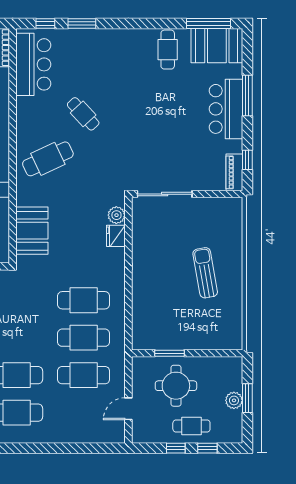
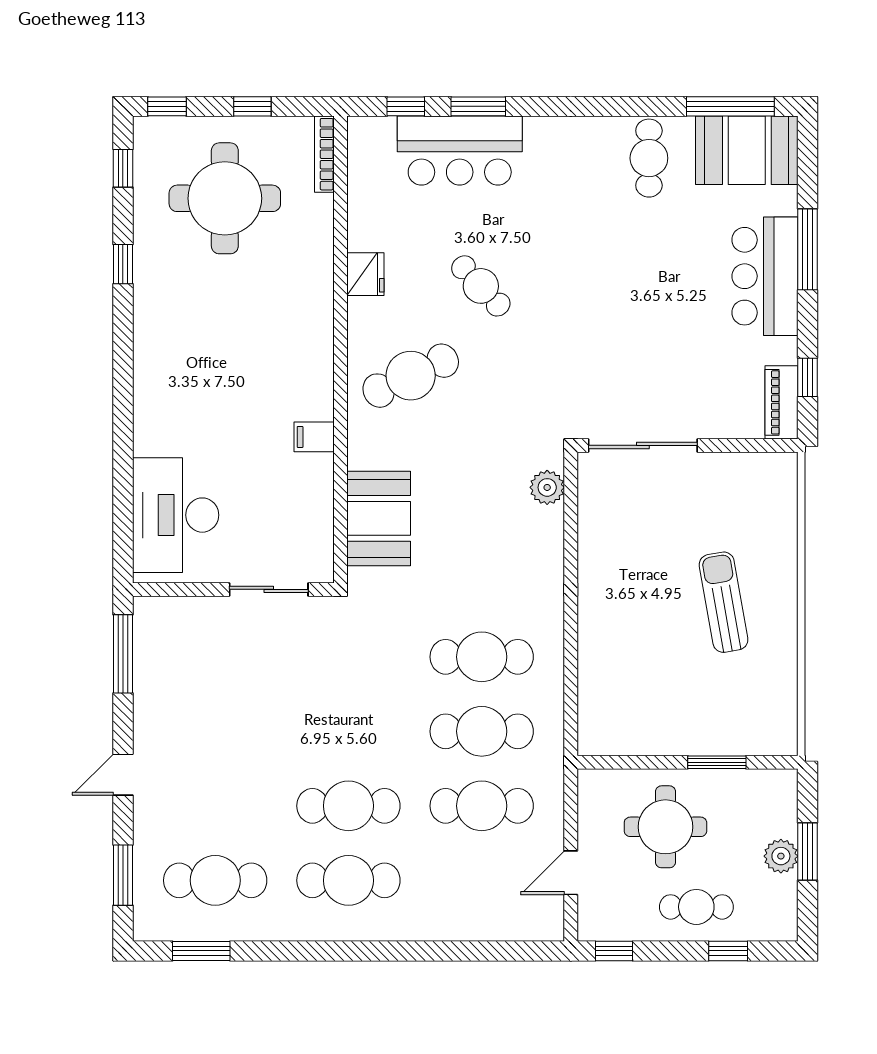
bar counter: (33, 64) -> (460, 151), moved, turned 90
fridge: (116, 236) -> (365, 274), moved, turned 180
window: (170, 353) -> (717, 762), moved
window: (176, 448) -> (614, 951), moved

